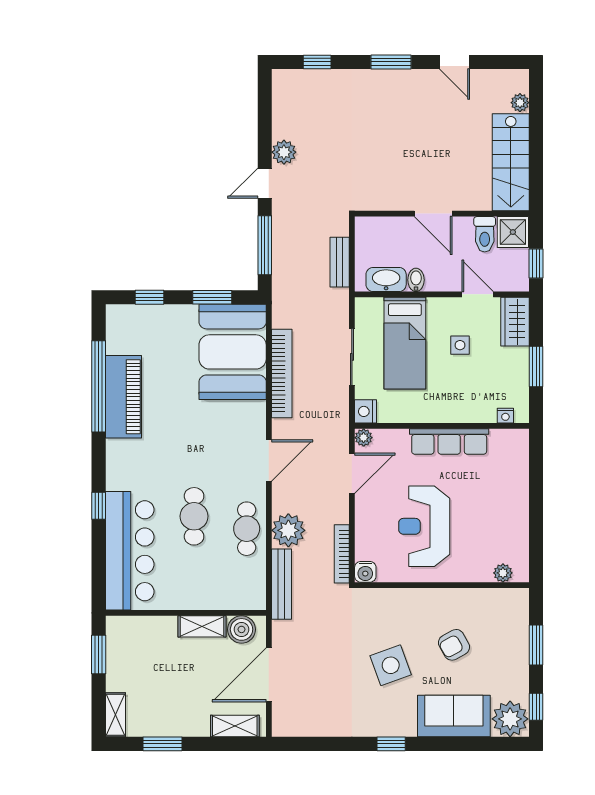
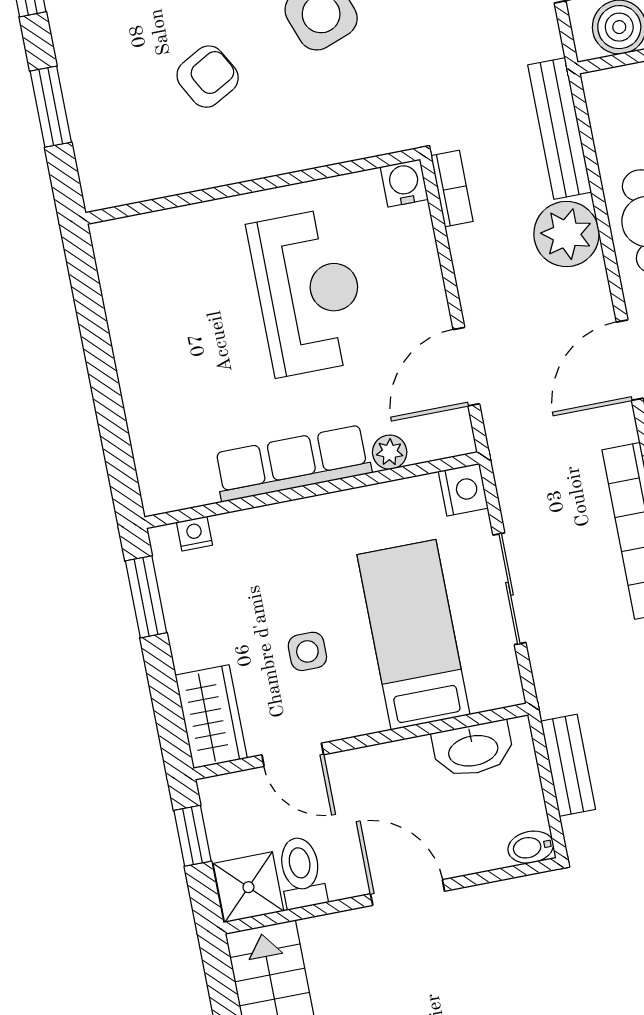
bidet: (416, 280) -> (531, 847), moved, turned 90
window: (536, 366) -> (146, 597), moved
plant: (364, 438) -> (390, 452), moved
bookcase: (342, 554) -> (452, 189), width x0.64
plant: (503, 573) -> (141, 232), removed

